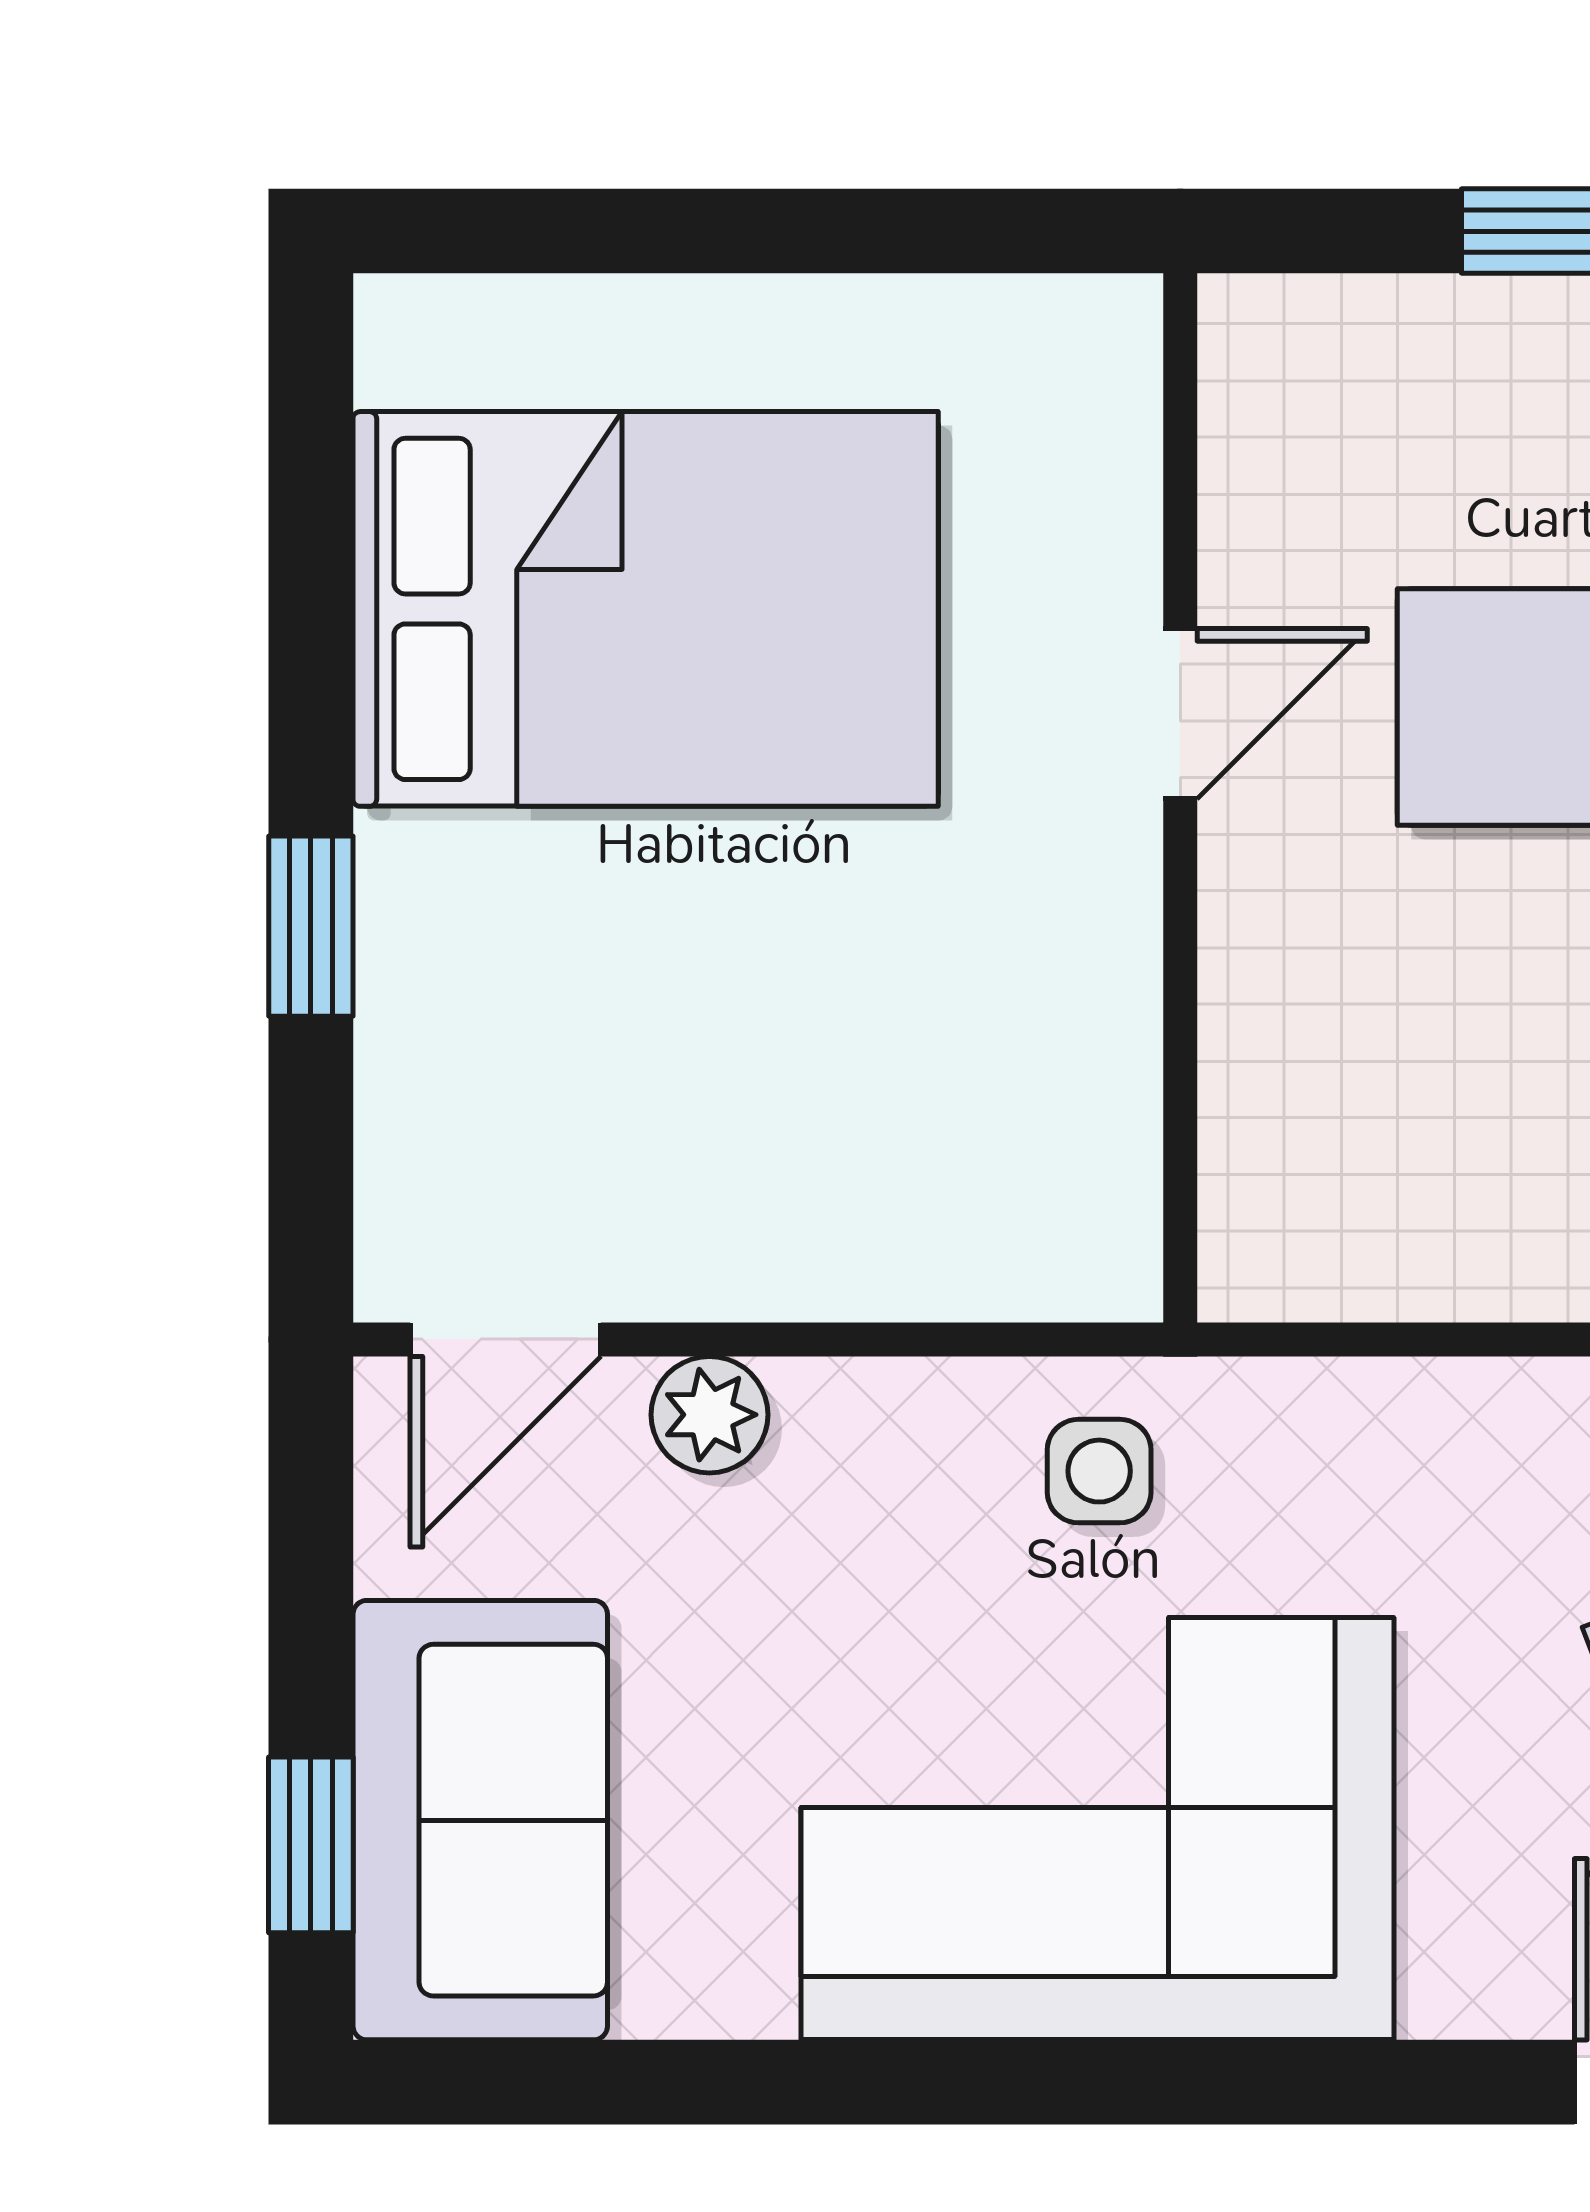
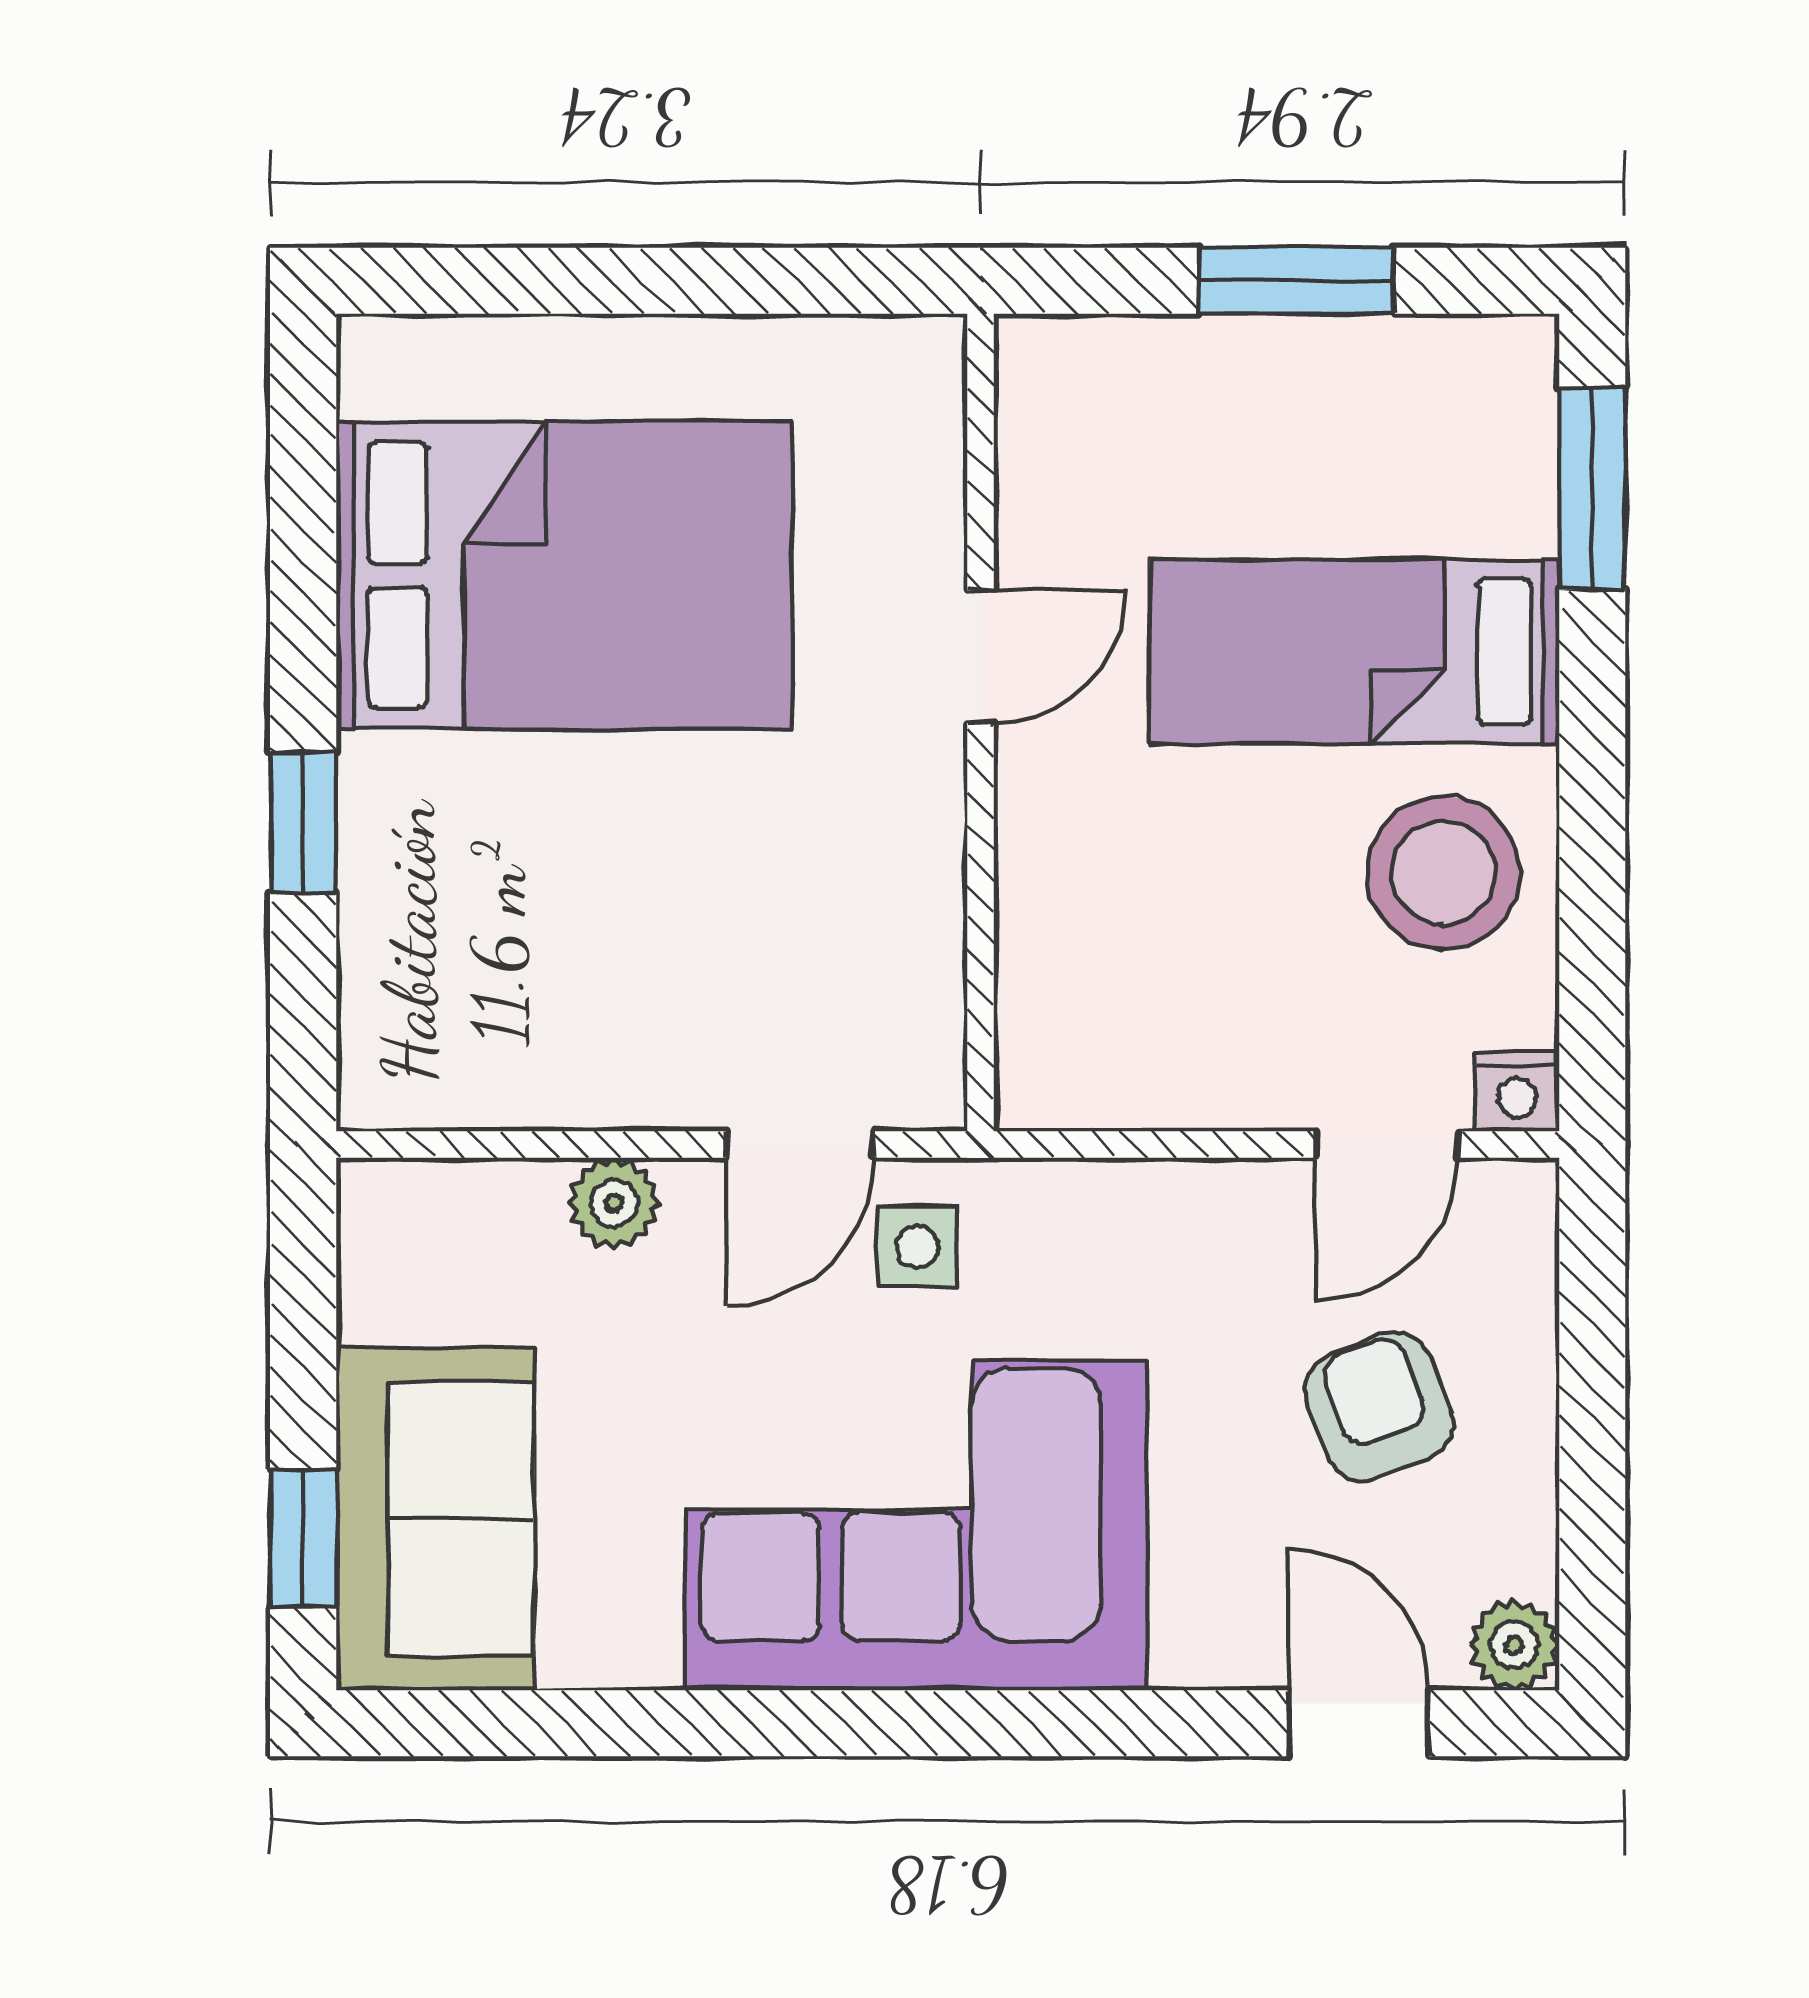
door: (505, 1339) -> (800, 1144), moved

